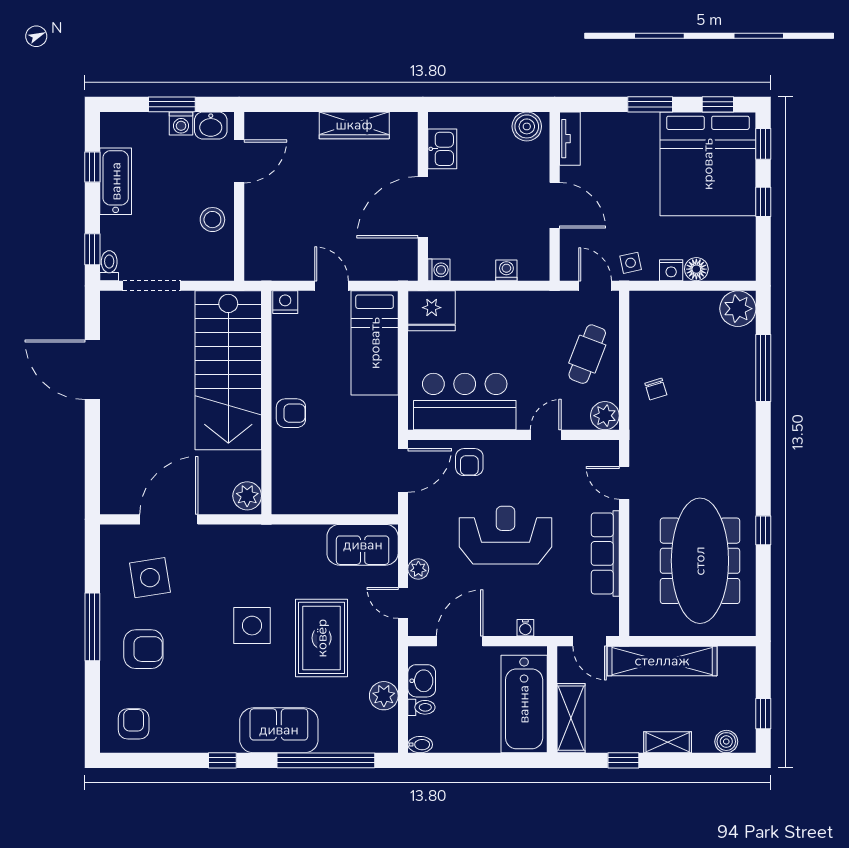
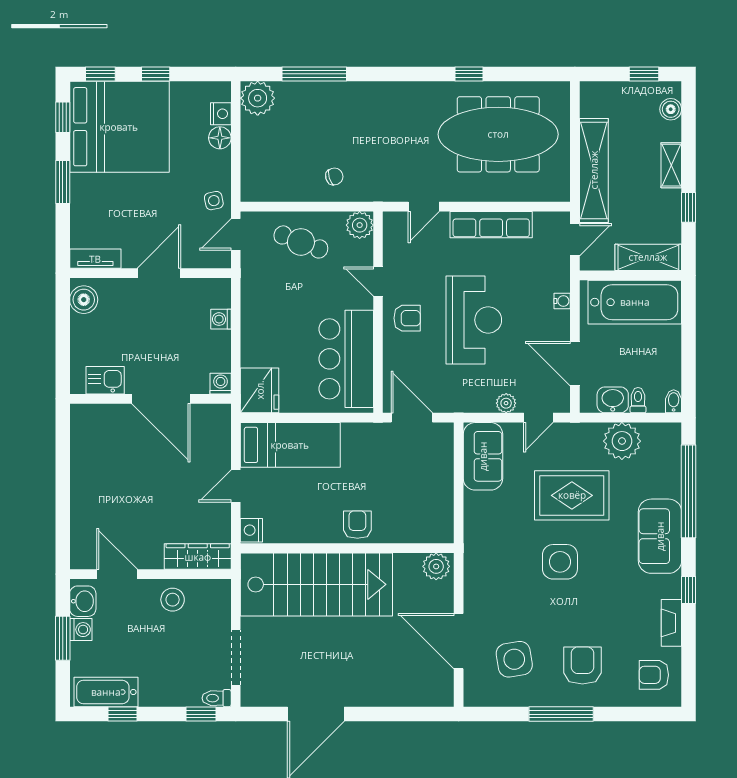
wardrobe: (354, 125) -> (198, 557), moved, turned -90
bathtub: (116, 181) -> (106, 692), moved
nightstand: (671, 270) -> (221, 114), moved
armchair: (469, 462) -> (407, 318), moved
reception desk: (505, 535) -> (474, 320), turned 180
plant: (384, 696) -> (622, 441), width x1.36, depth x1.36
fireplace: (188, 742) -> (671, 623), added

